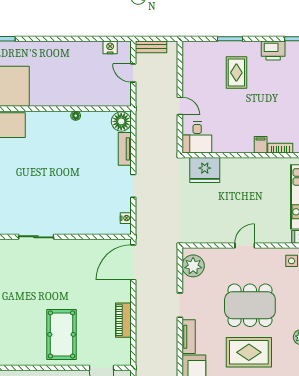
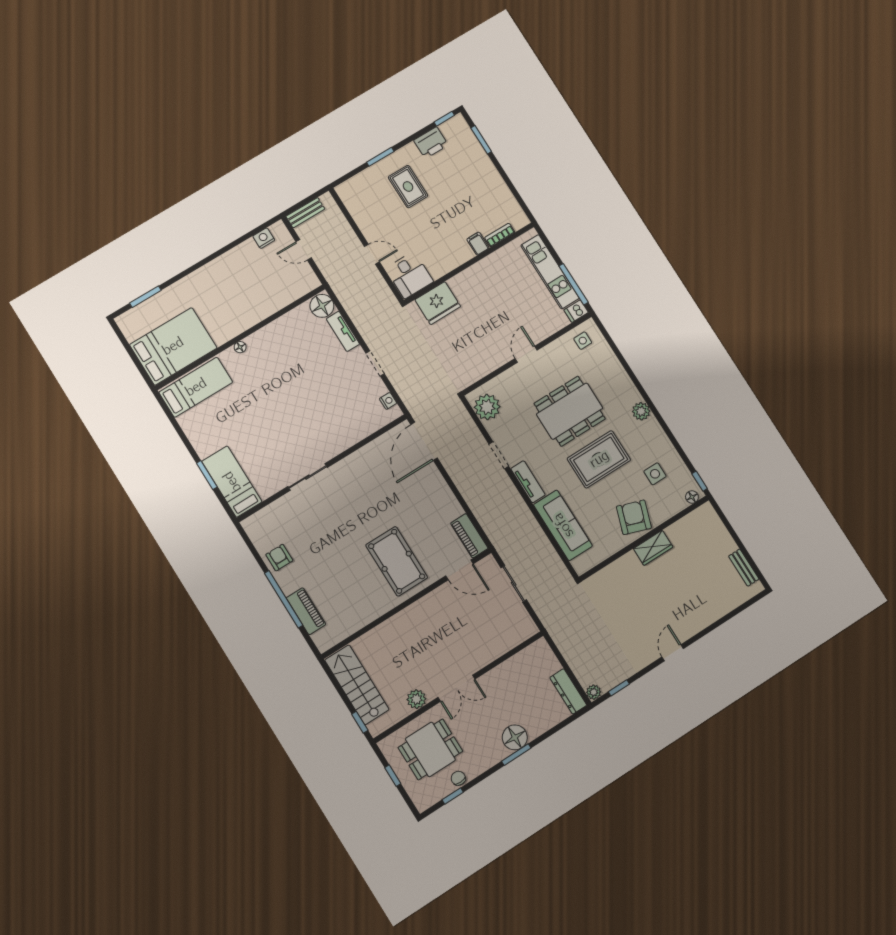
floor lamp: (76, 116) -> (240, 347), moved
piano: (123, 320) -> (469, 536), moved

